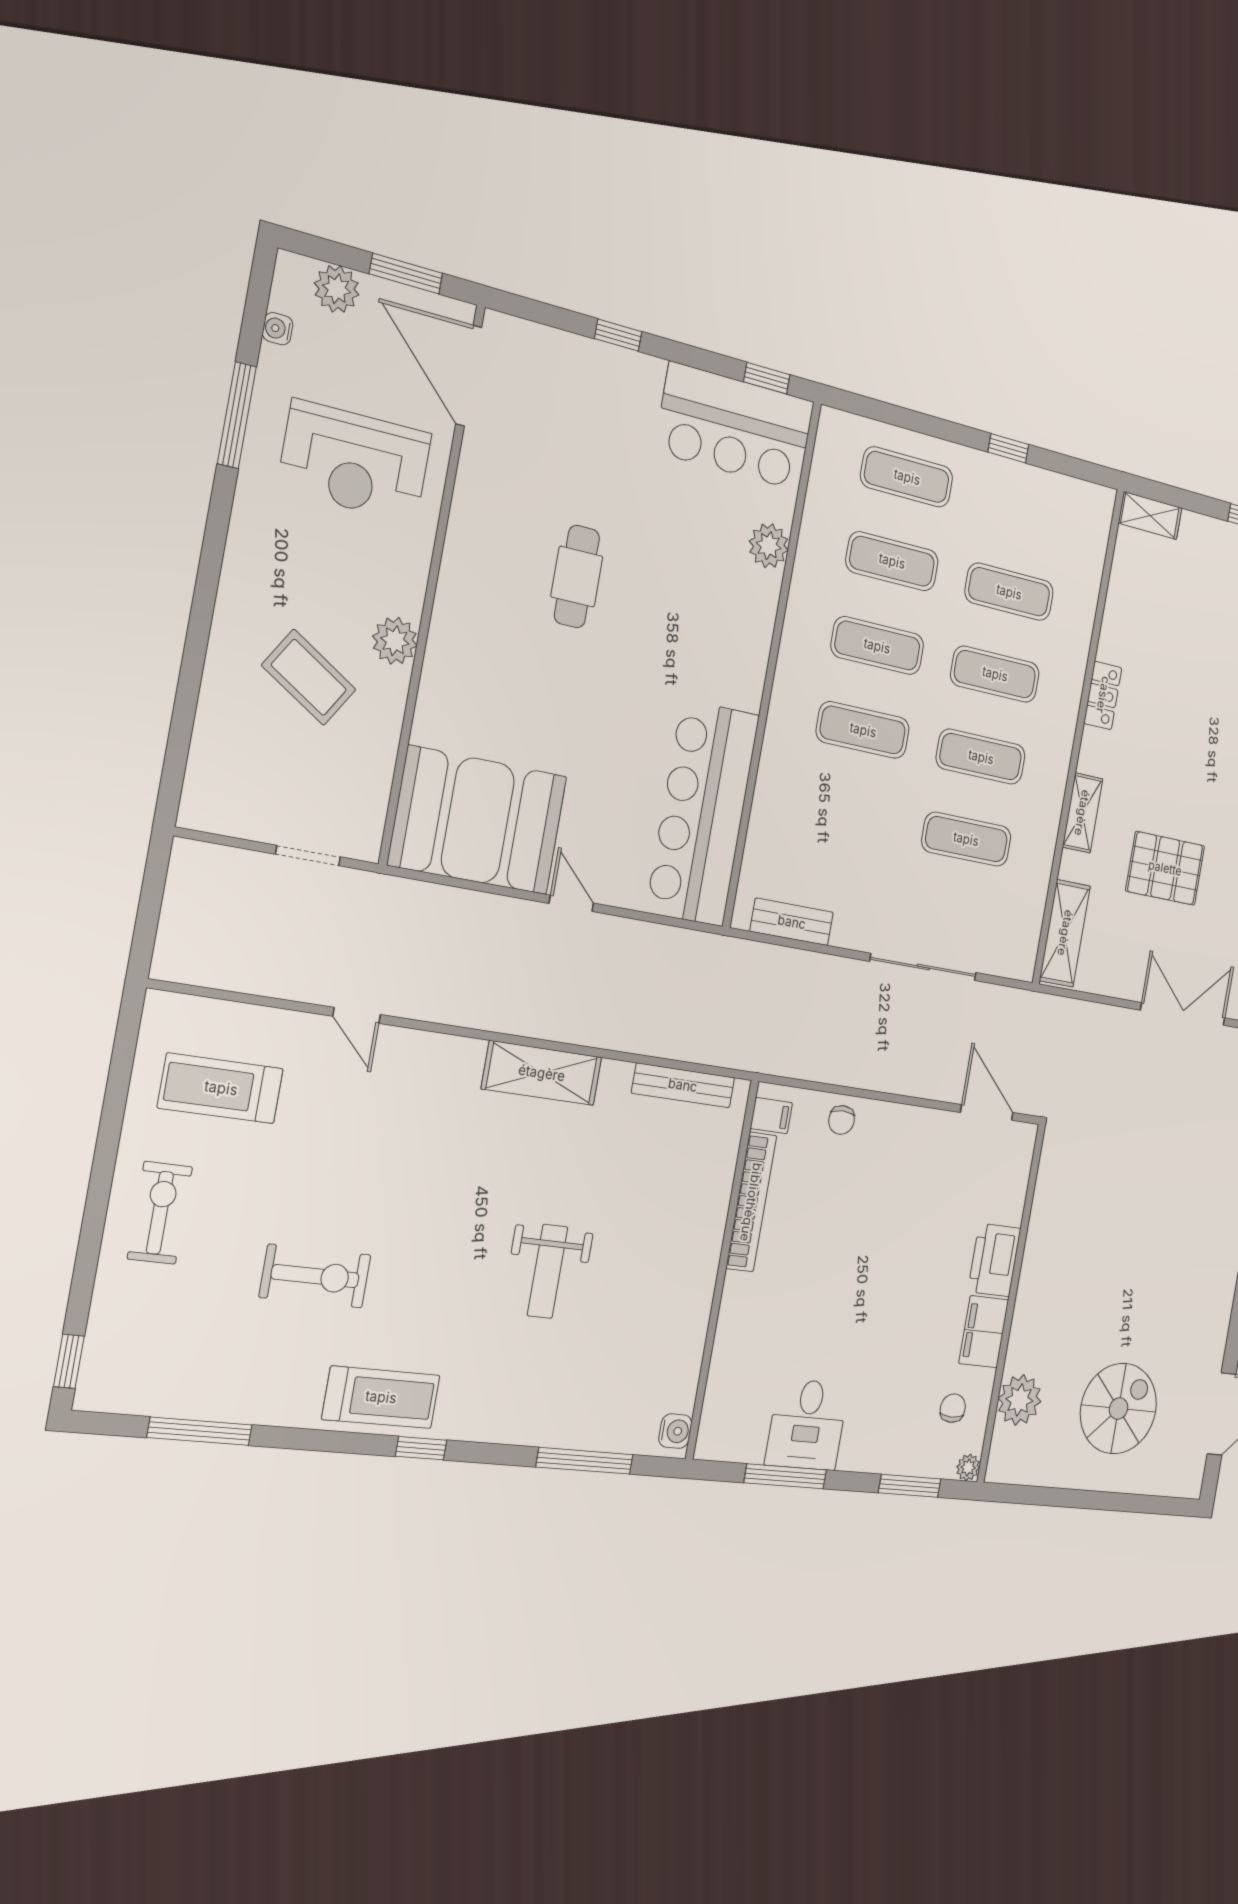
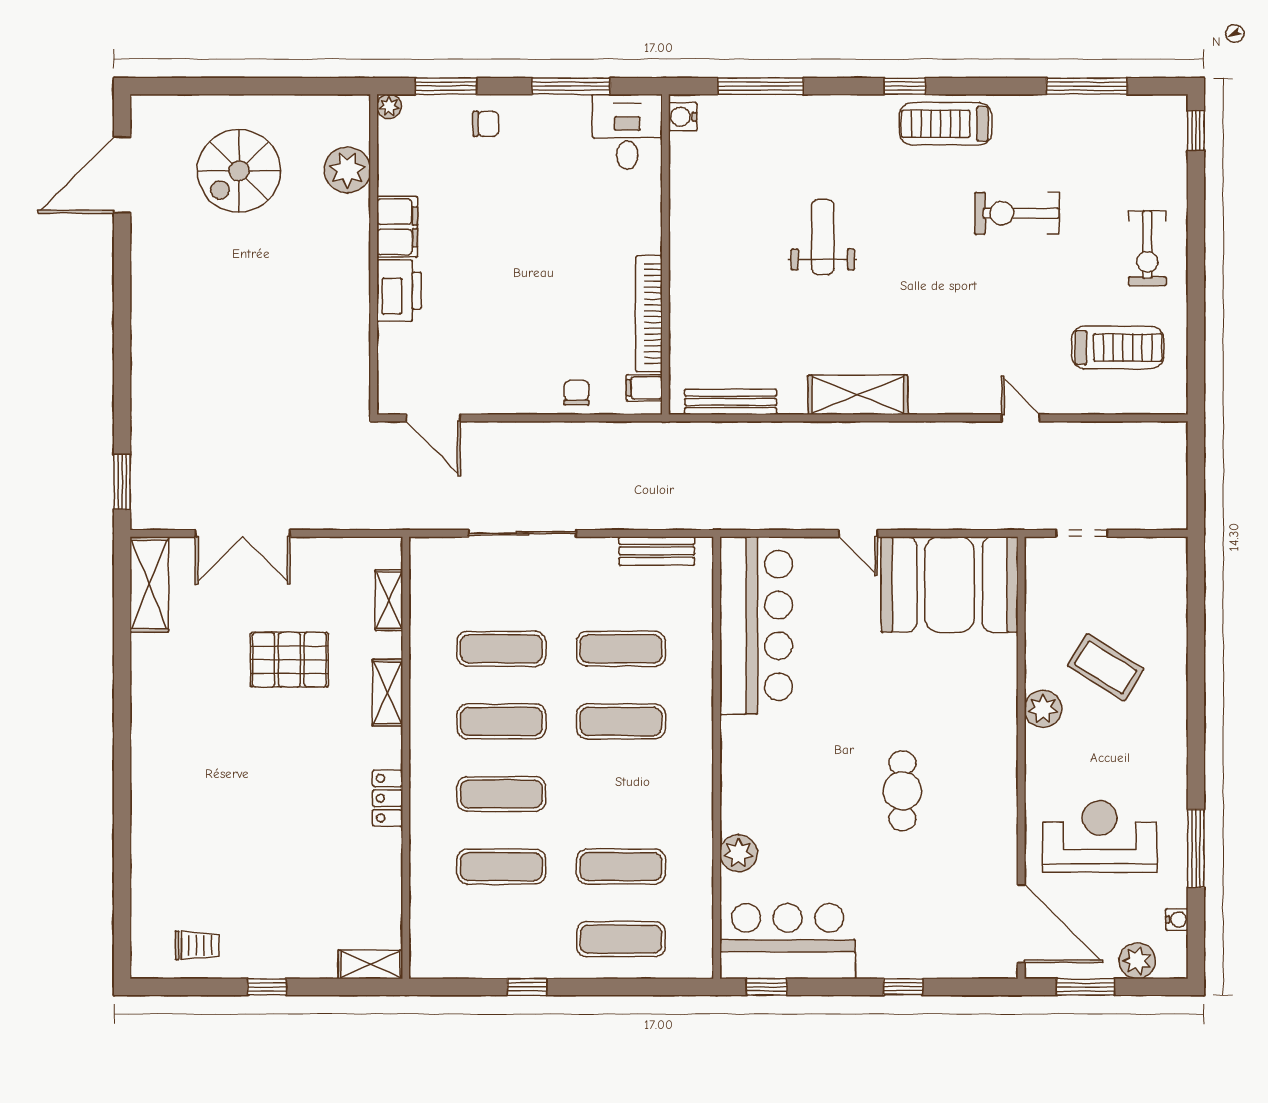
exercise mat: (877, 646) -> (621, 649), moved
shelving: (1065, 933) -> (389, 600), width x0.67, depth x0.75
chair: (953, 1408) -> (486, 124), moved, turned -90
desk: (807, 1424) -> (627, 132), moved

